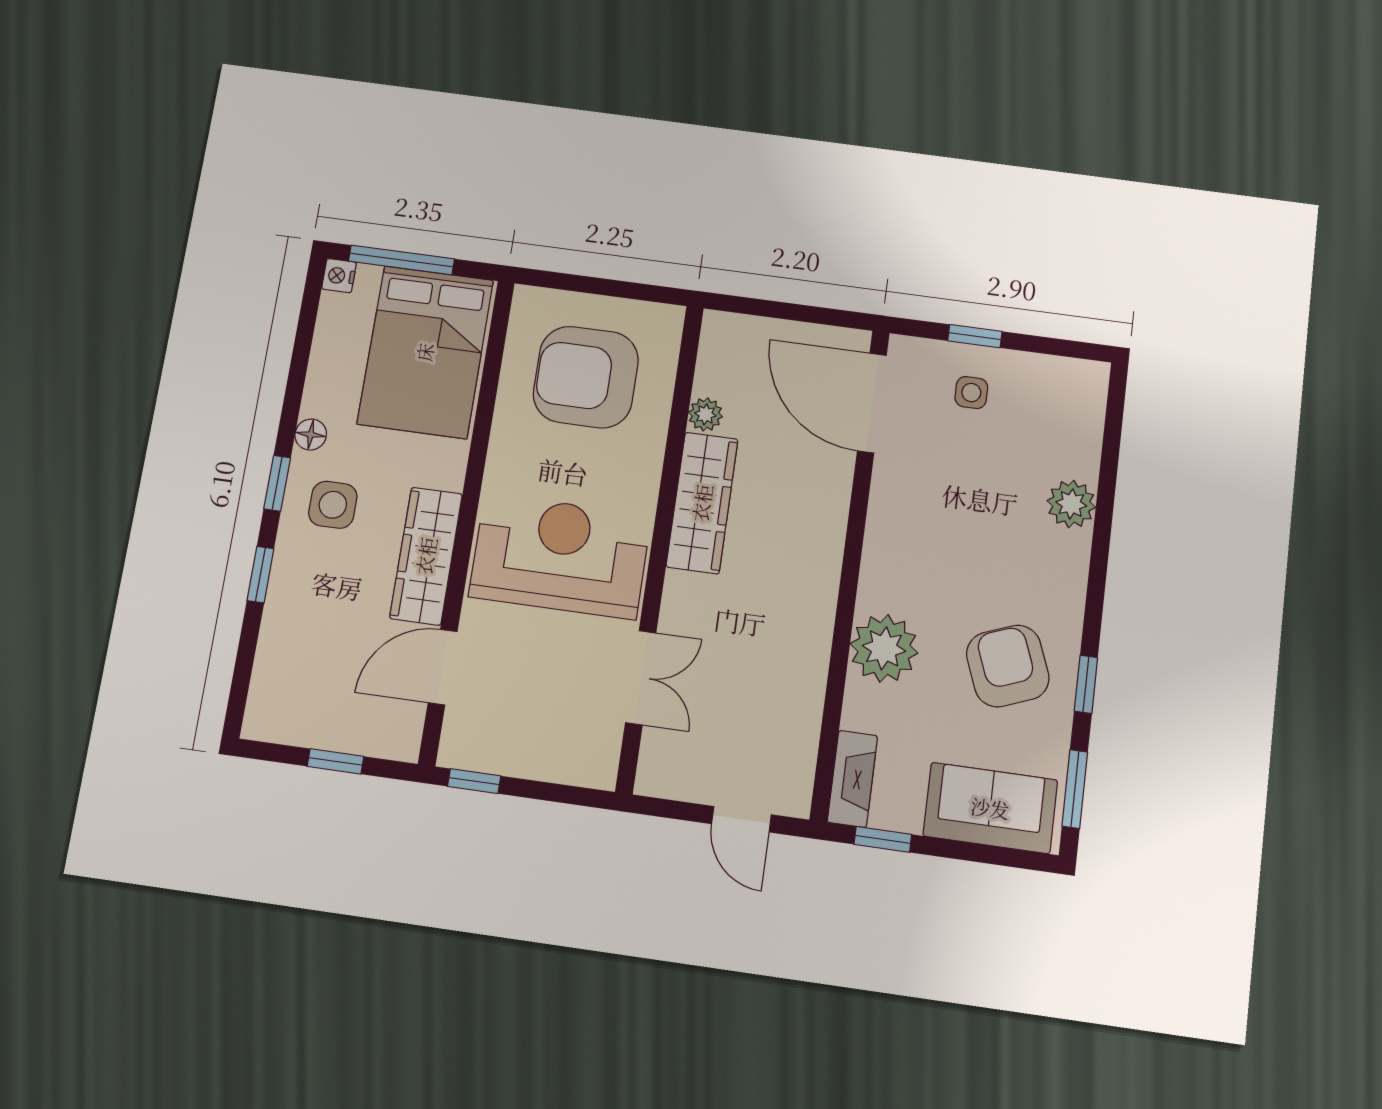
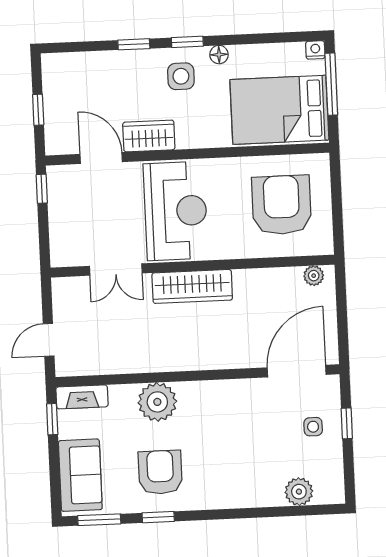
plant: (705, 414) -> (314, 276), moved
wardrobe: (702, 503) -> (192, 286), moved
plant: (1071, 504) -> (299, 492), moved
wardrobe: (426, 556) -> (149, 136), width x0.67
armchair: (1008, 666) -> (160, 472), turned -69

